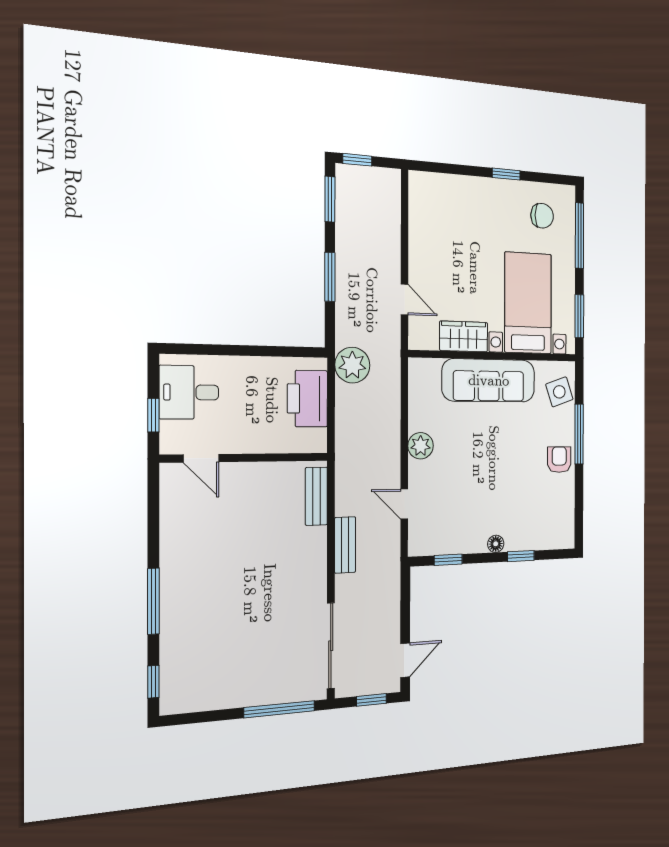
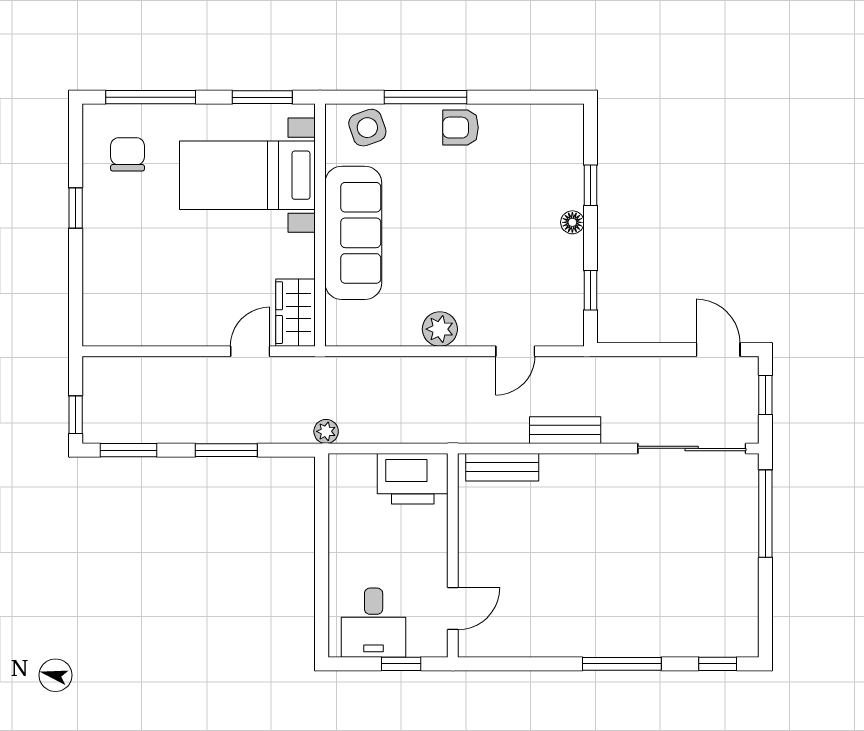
wardrobe: (464, 336) -> (296, 313), moved
plant: (352, 365) -> (326, 431), width x0.53, depth x0.53
printer: (307, 399) -> (413, 479), moved

